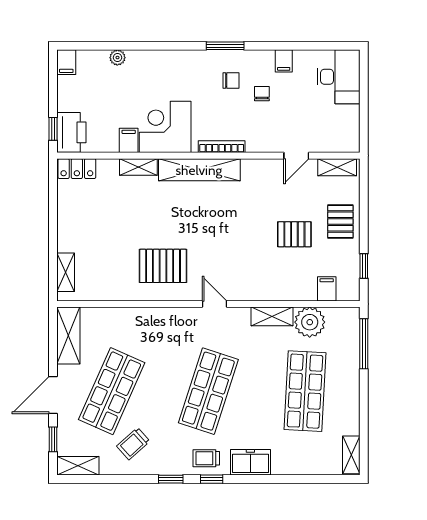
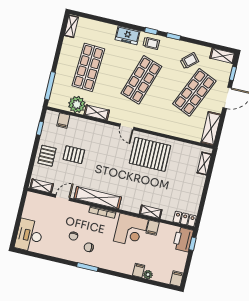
filing cabinet: (284, 61) -> (139, 270), moved
shelving: (199, 170) -> (98, 198), moved
pallet: (163, 266) -> (150, 154), width x1.37, depth x1.41

